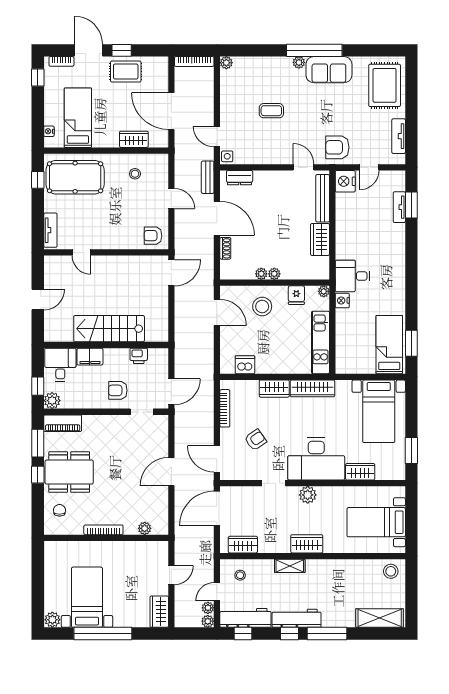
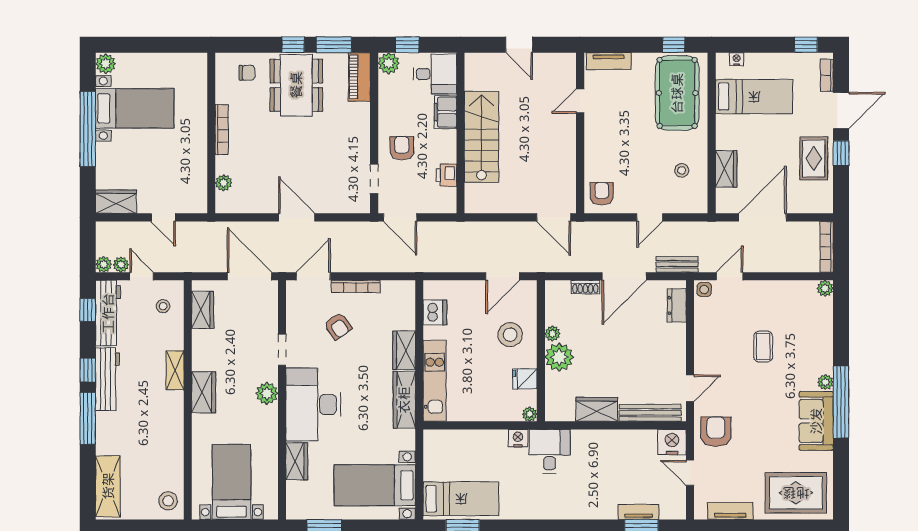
plant: (274, 274) -> (559, 357), width x1.87, depth x1.87
kitchen unit: (320, 342) -> (435, 381), moved, turned 90
bookcase: (225, 408) -> (356, 286), moved

